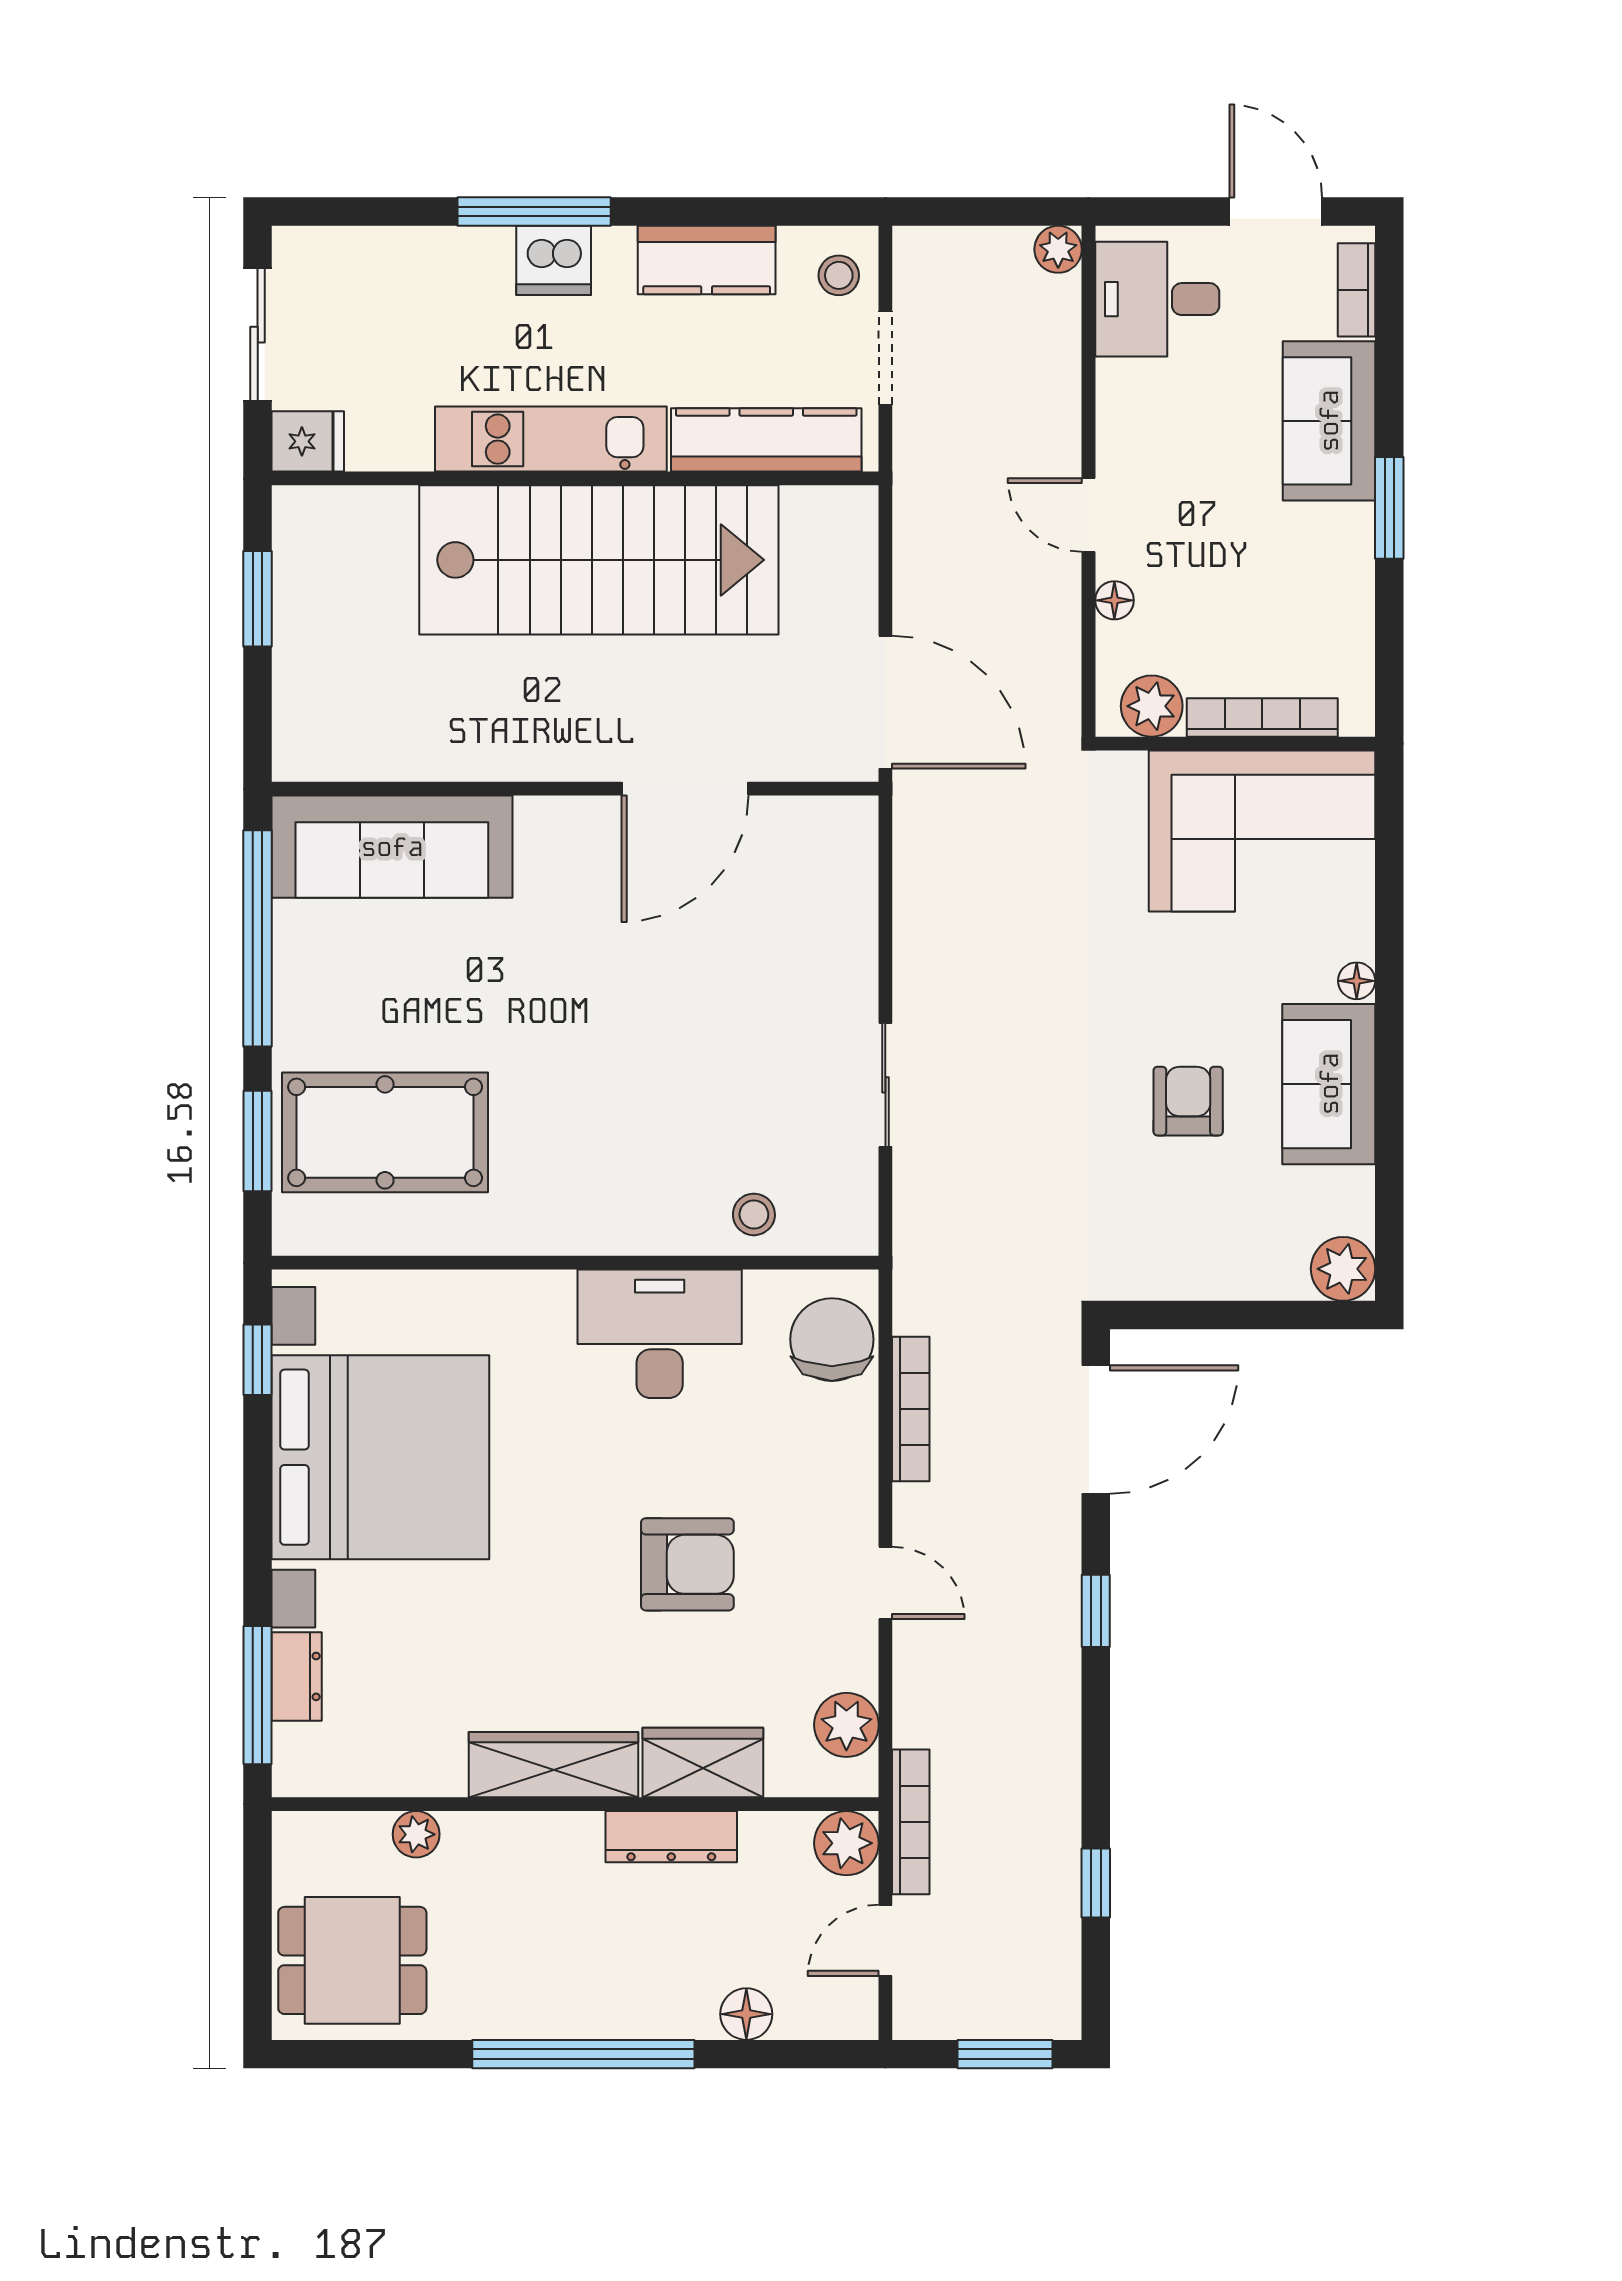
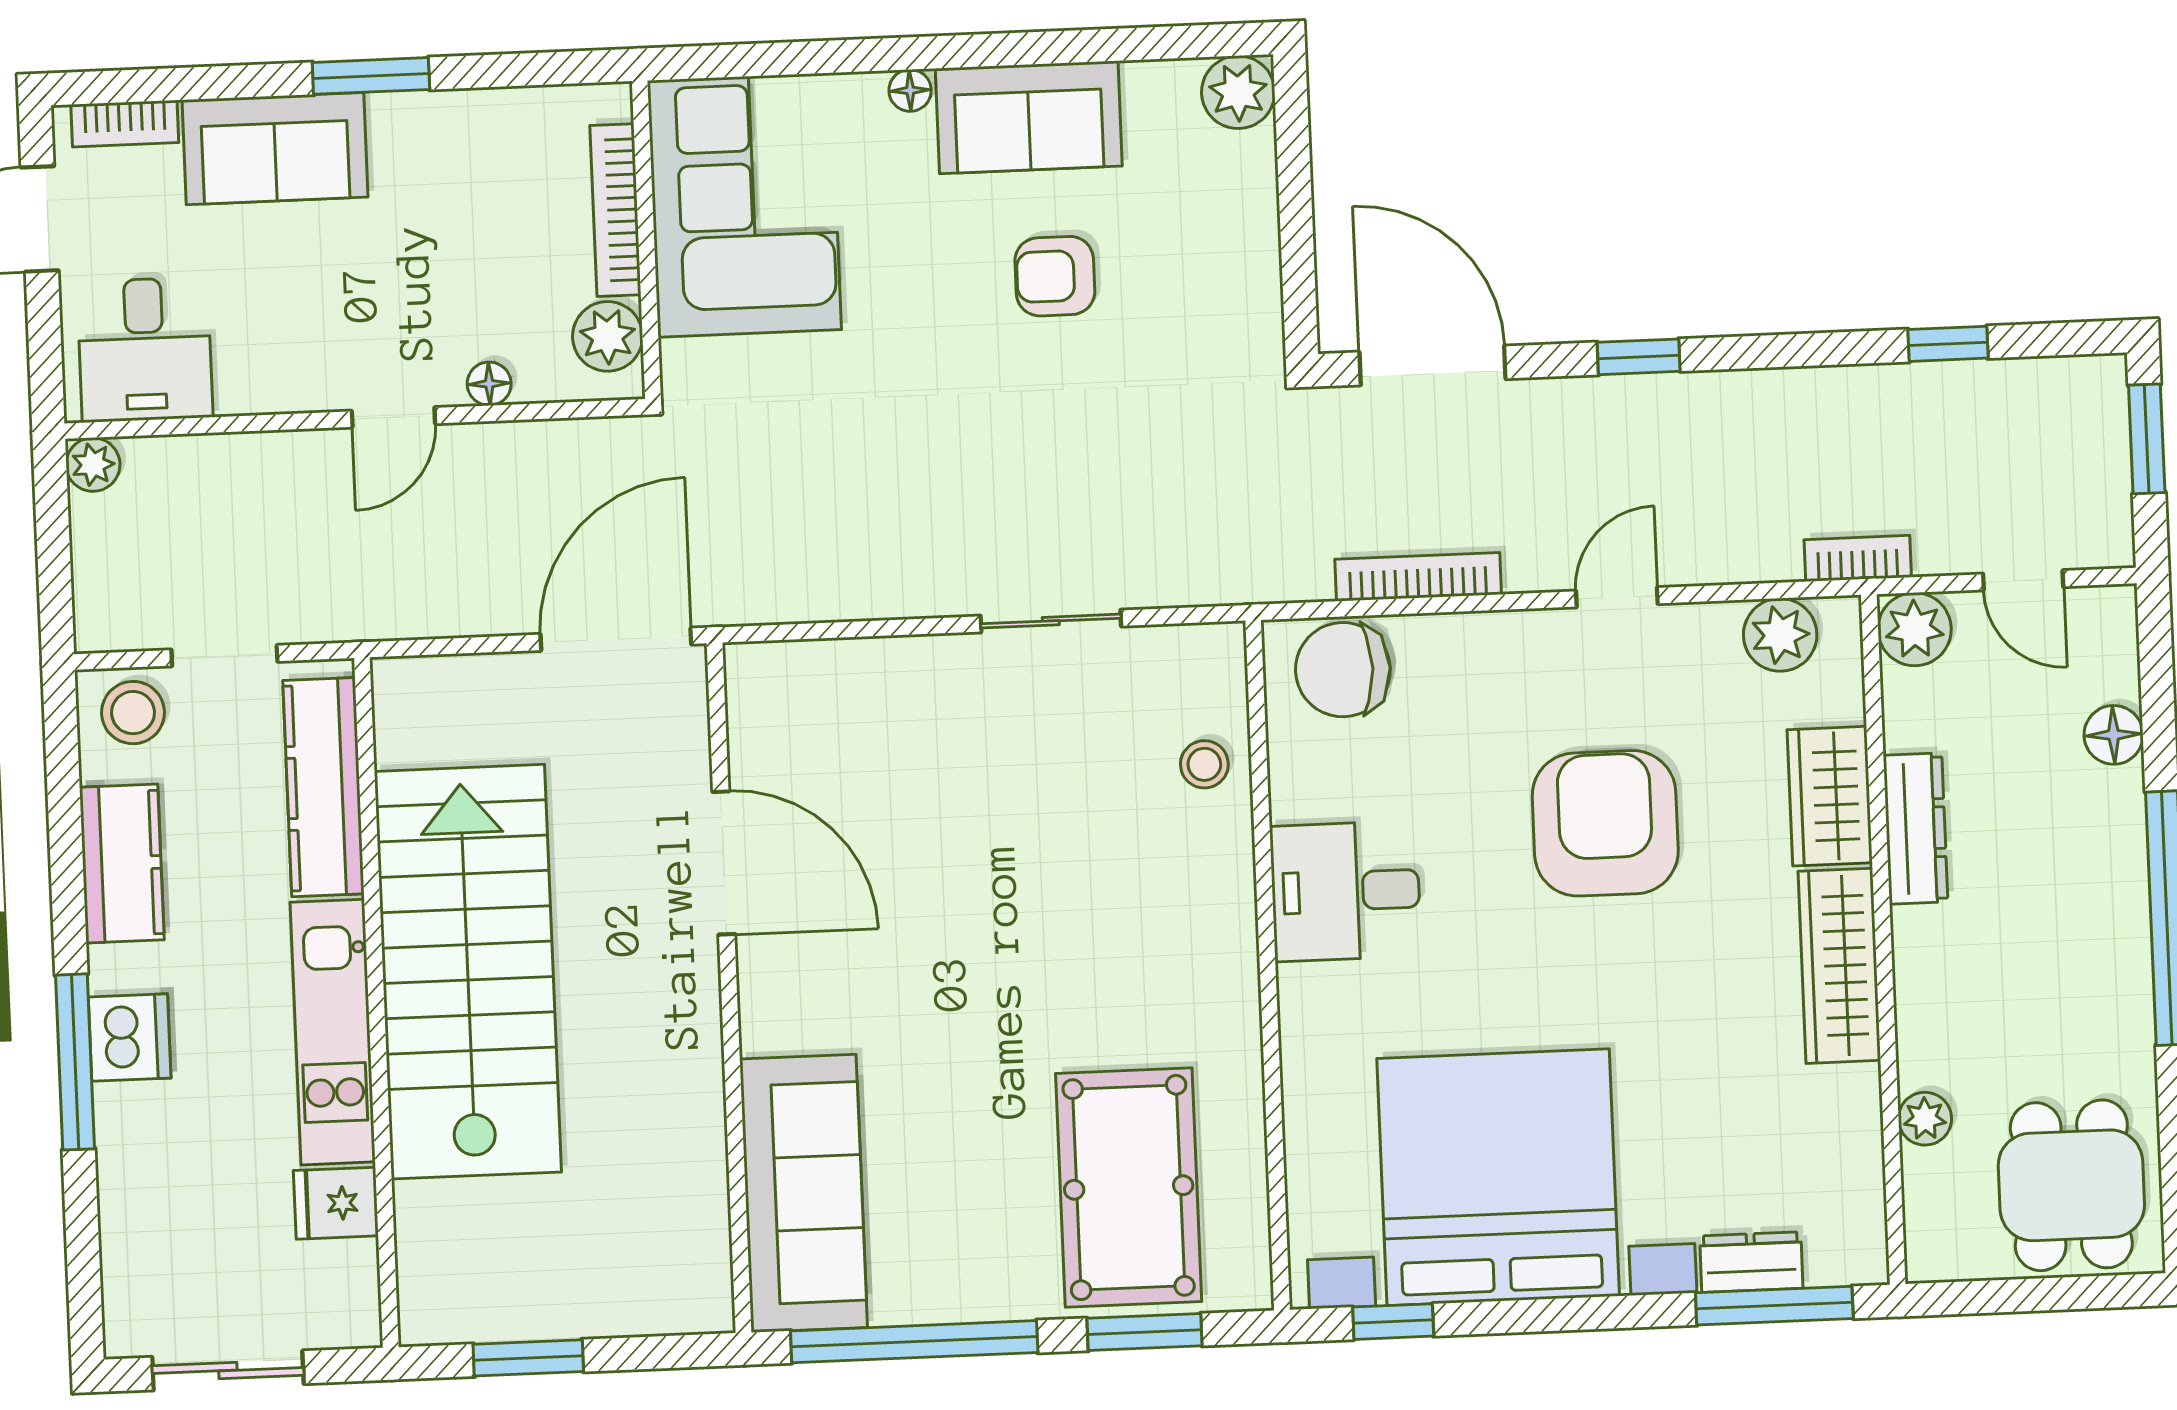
stool: (839, 275) -> (133, 713), width x1.37, depth x1.37
fridge: (308, 441) -> (336, 1203), moved, turned -90
desk: (660, 1334) -> (1346, 891), width x0.73
armchair: (687, 1564) -> (1605, 823), width x1.36, depth x1.36
bookcase: (911, 1822) -> (1858, 558), width x0.64

